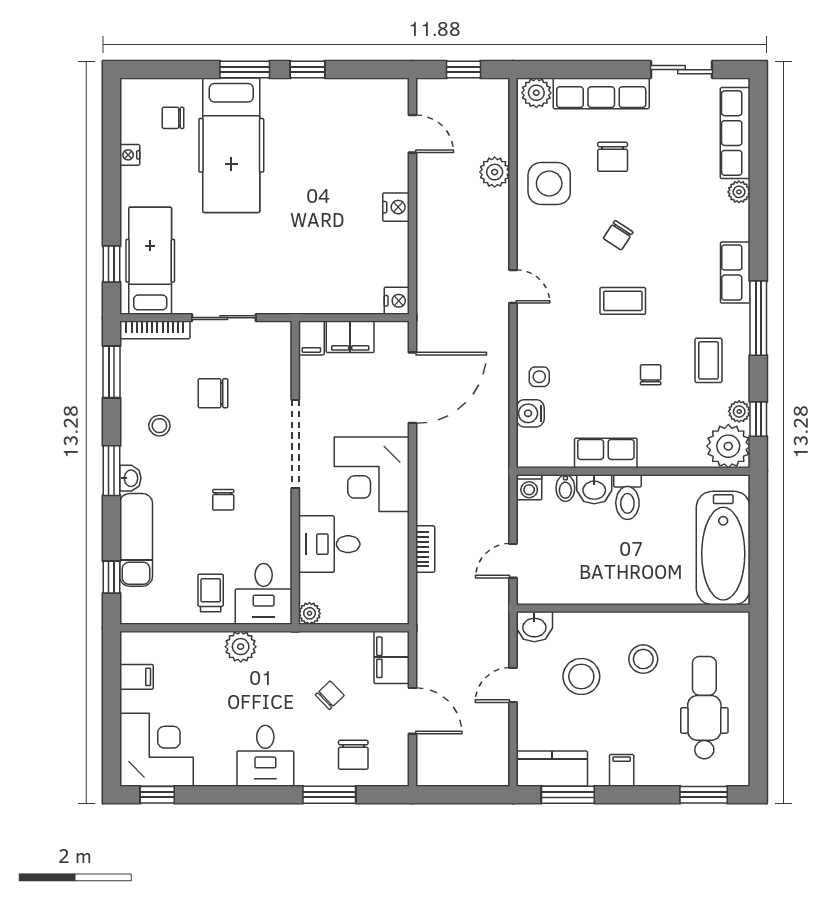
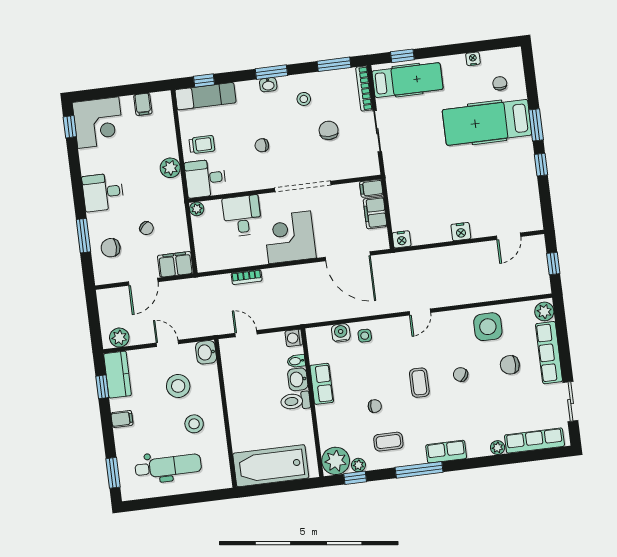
plant: (495, 172) -> (119, 338), moved
exam couch: (136, 540) -> (205, 96), moved
window: (568, 795) -> (102, 387), width x0.67

